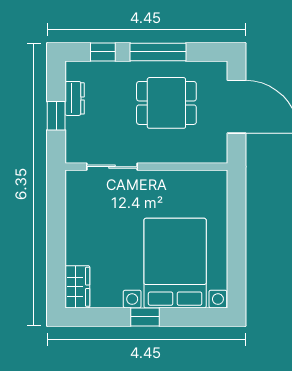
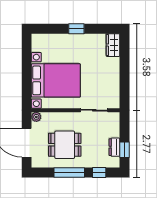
window: (56, 116) -> (124, 150), moved
plant: (219, 154) -> (36, 117), added
bed with nightstands: (175, 263) -> (56, 80), moved, turned -90

